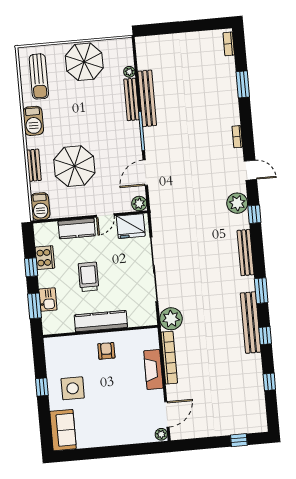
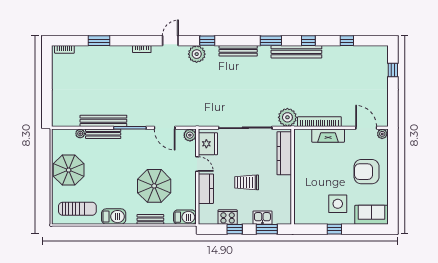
kitchen counter: (101, 321) -> (284, 153), moved
armchair: (106, 351) -> (367, 172), moved, width x1.88, depth x1.88

